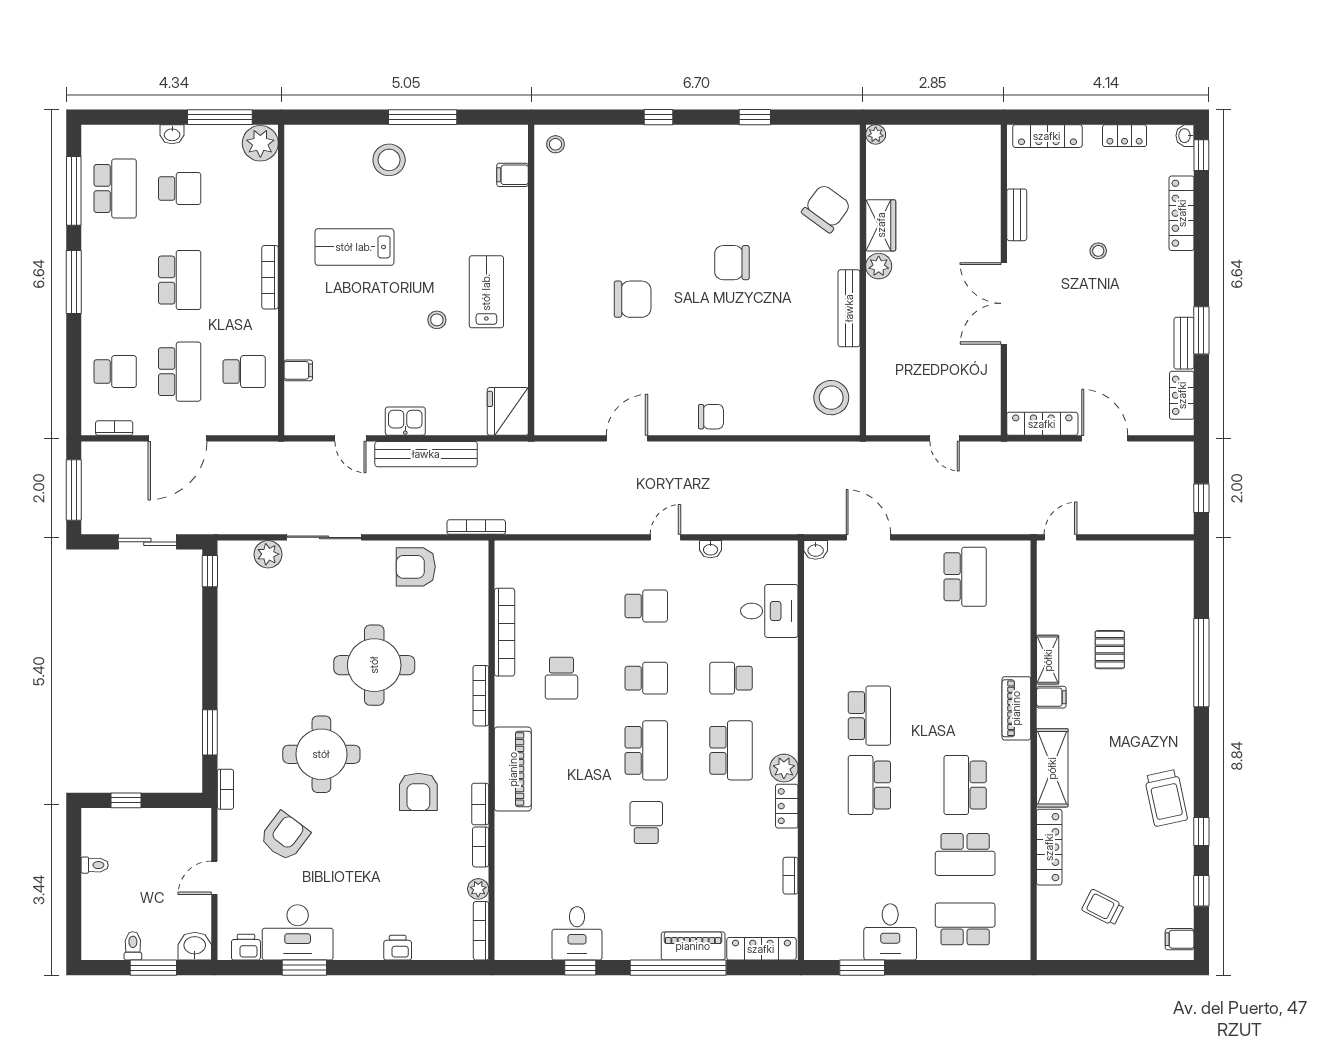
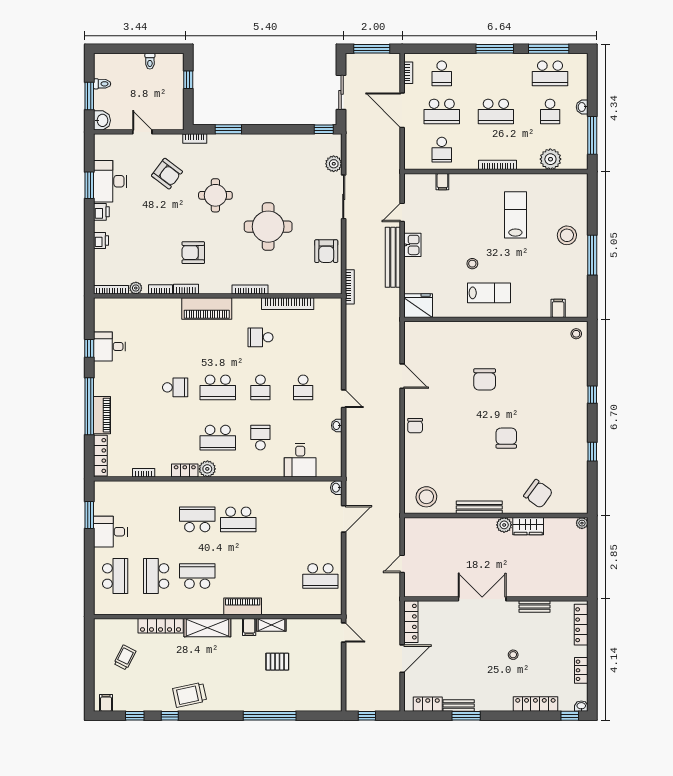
plant: (260, 143) -> (550, 159), moved
armchair: (416, 567) -> (326, 251), turned 180
round table: (321, 754) -> (215, 195), width x0.73, depth x0.73
printer: (246, 947) -> (101, 212), moved

